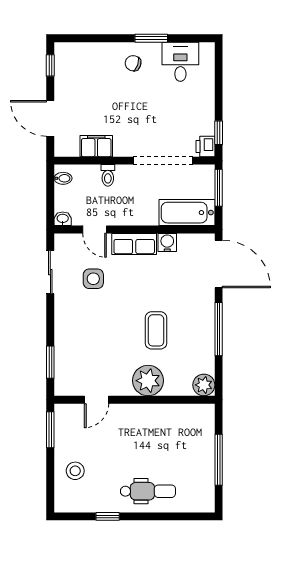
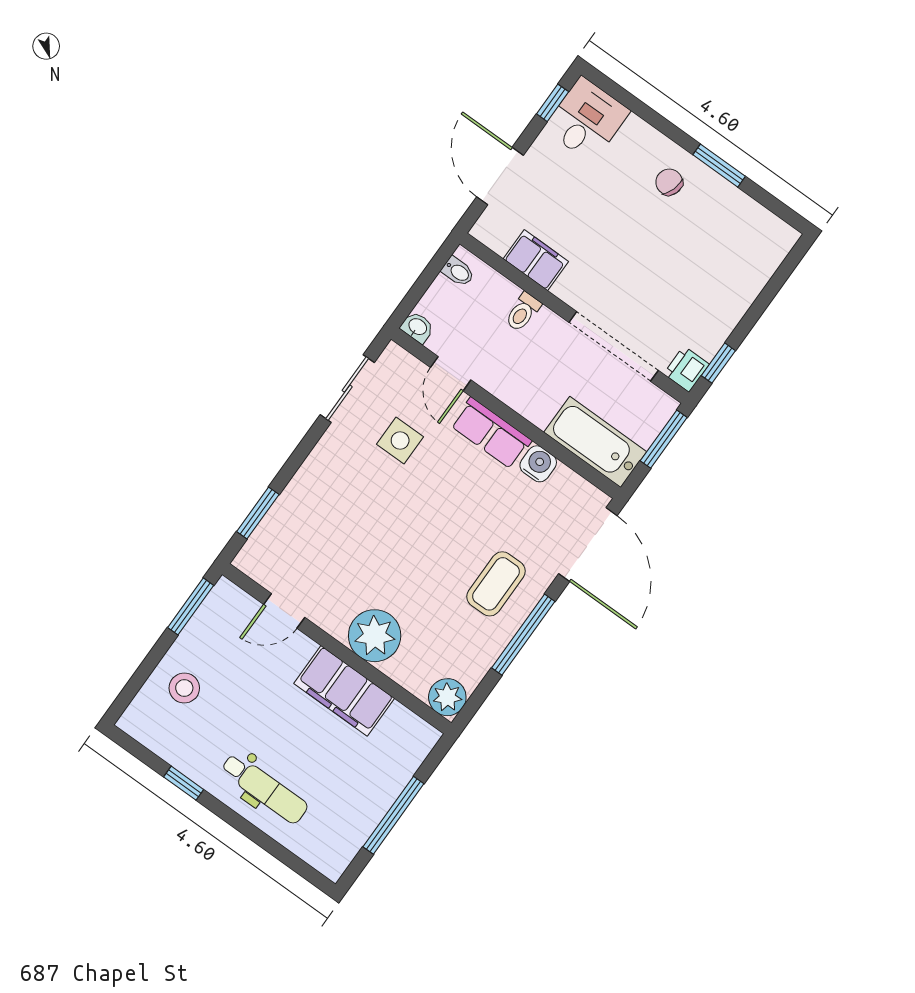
desk: (180, 62) -> (587, 120), moved
coffee table: (156, 330) -> (496, 584), moved
filing cabinet: (152, 417) -> (344, 691), added

